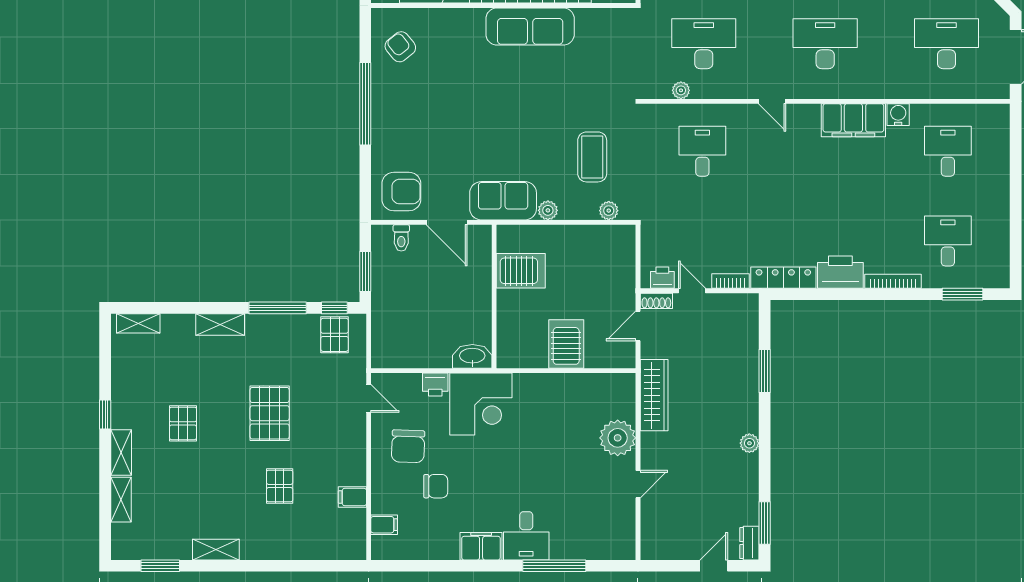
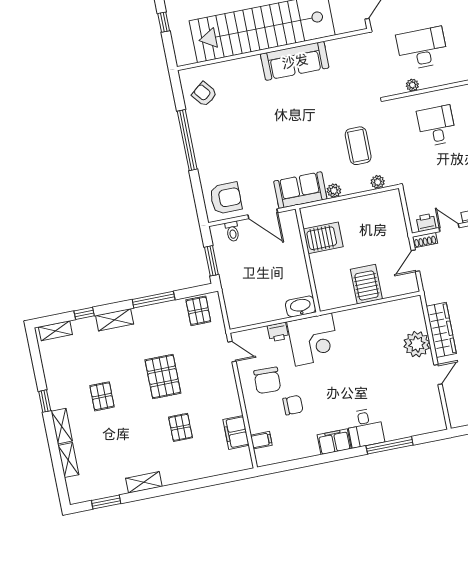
window: (334, 308) -> (84, 313), moved
wardrobe: (654, 395) -> (441, 330), moved
filing cabinet: (352, 497) -> (236, 432), width x2.00

